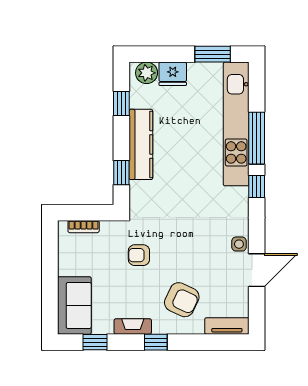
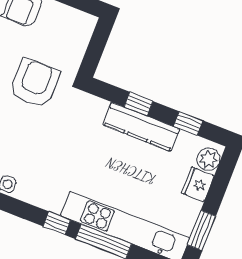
window: (121, 173) -> (139, 104), moved
bookcase: (84, 227) -> (83, 40), removed
armchair: (139, 255) -> (35, 83), width x1.88, depth x1.88

